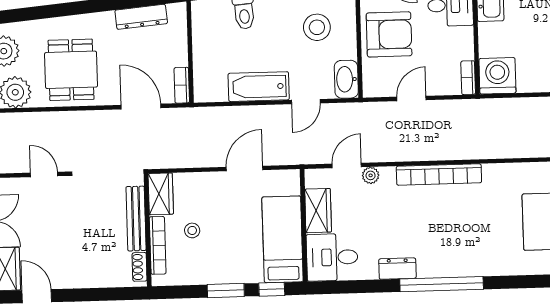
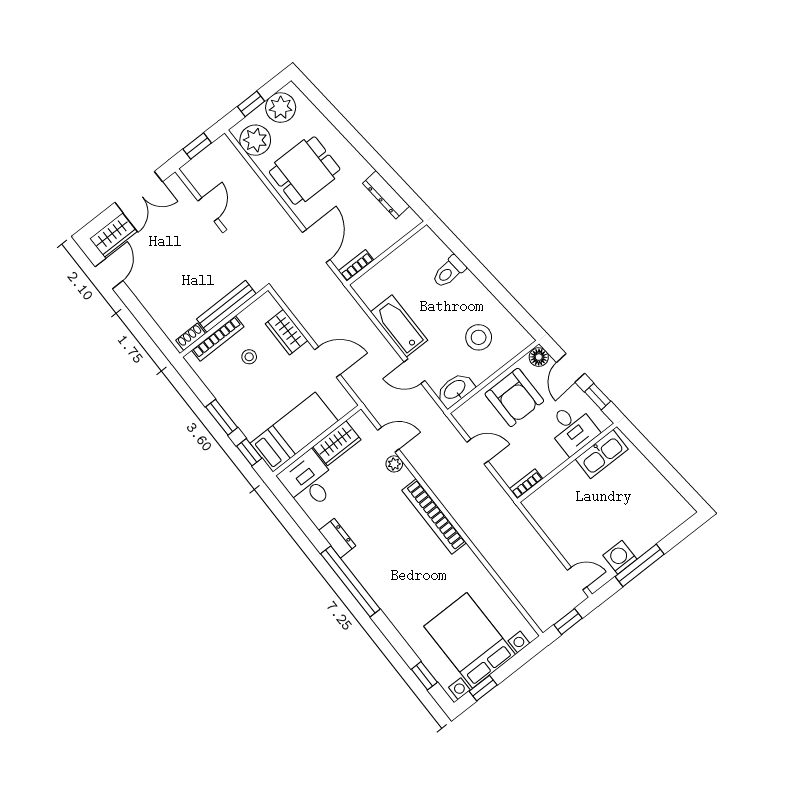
washing machine: (497, 76) -> (544, 505), removed
wardrobe: (161, 194) -> (287, 332), moved, turned 90

